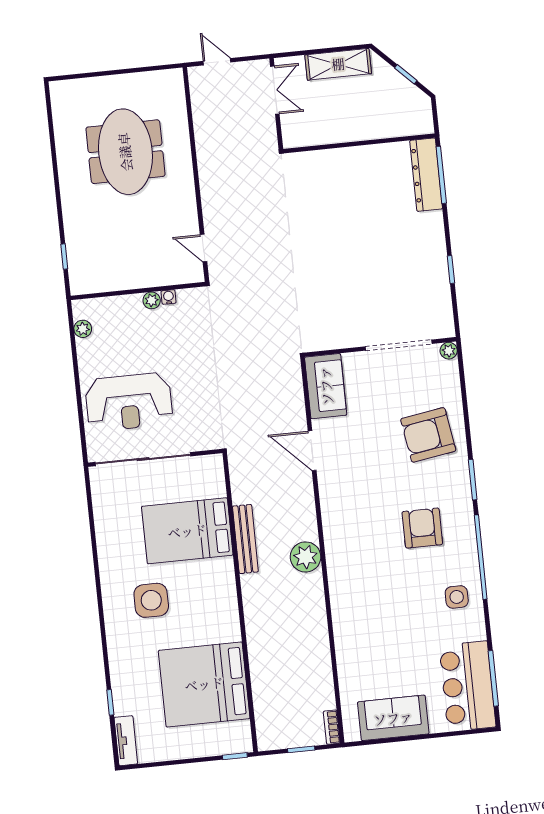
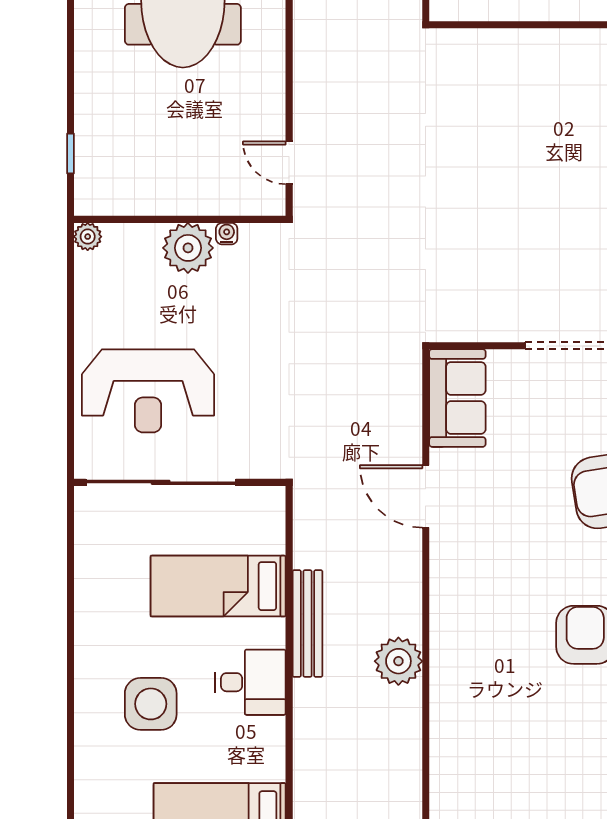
plant: (152, 300) -> (188, 248), width x1.88, depth x1.88
plant: (83, 329) -> (88, 237), moved
bed: (187, 531) -> (218, 586), width x0.67
desk: (213, 580) -> (251, 682), added

